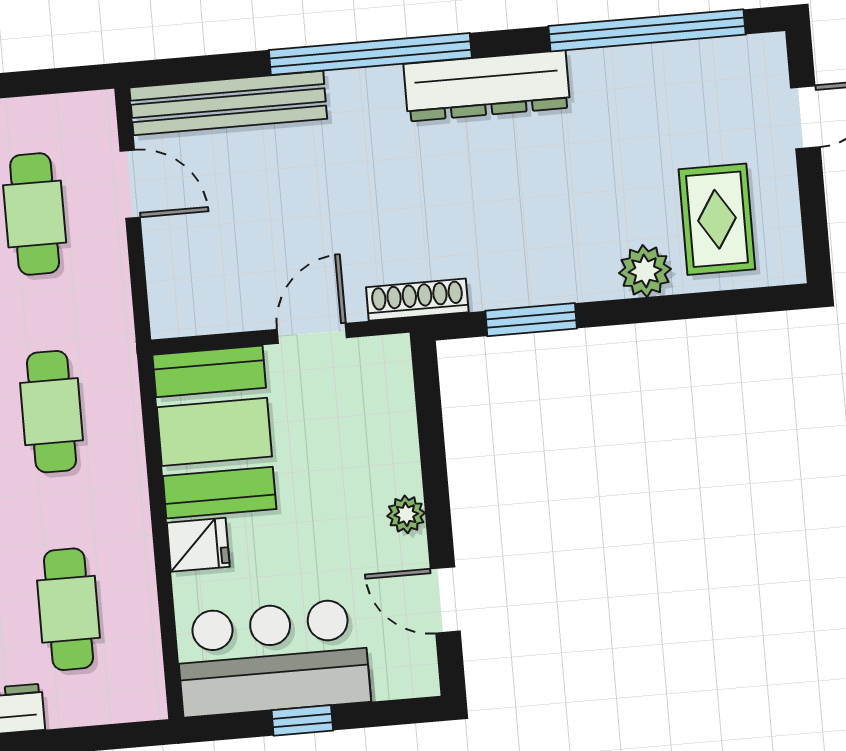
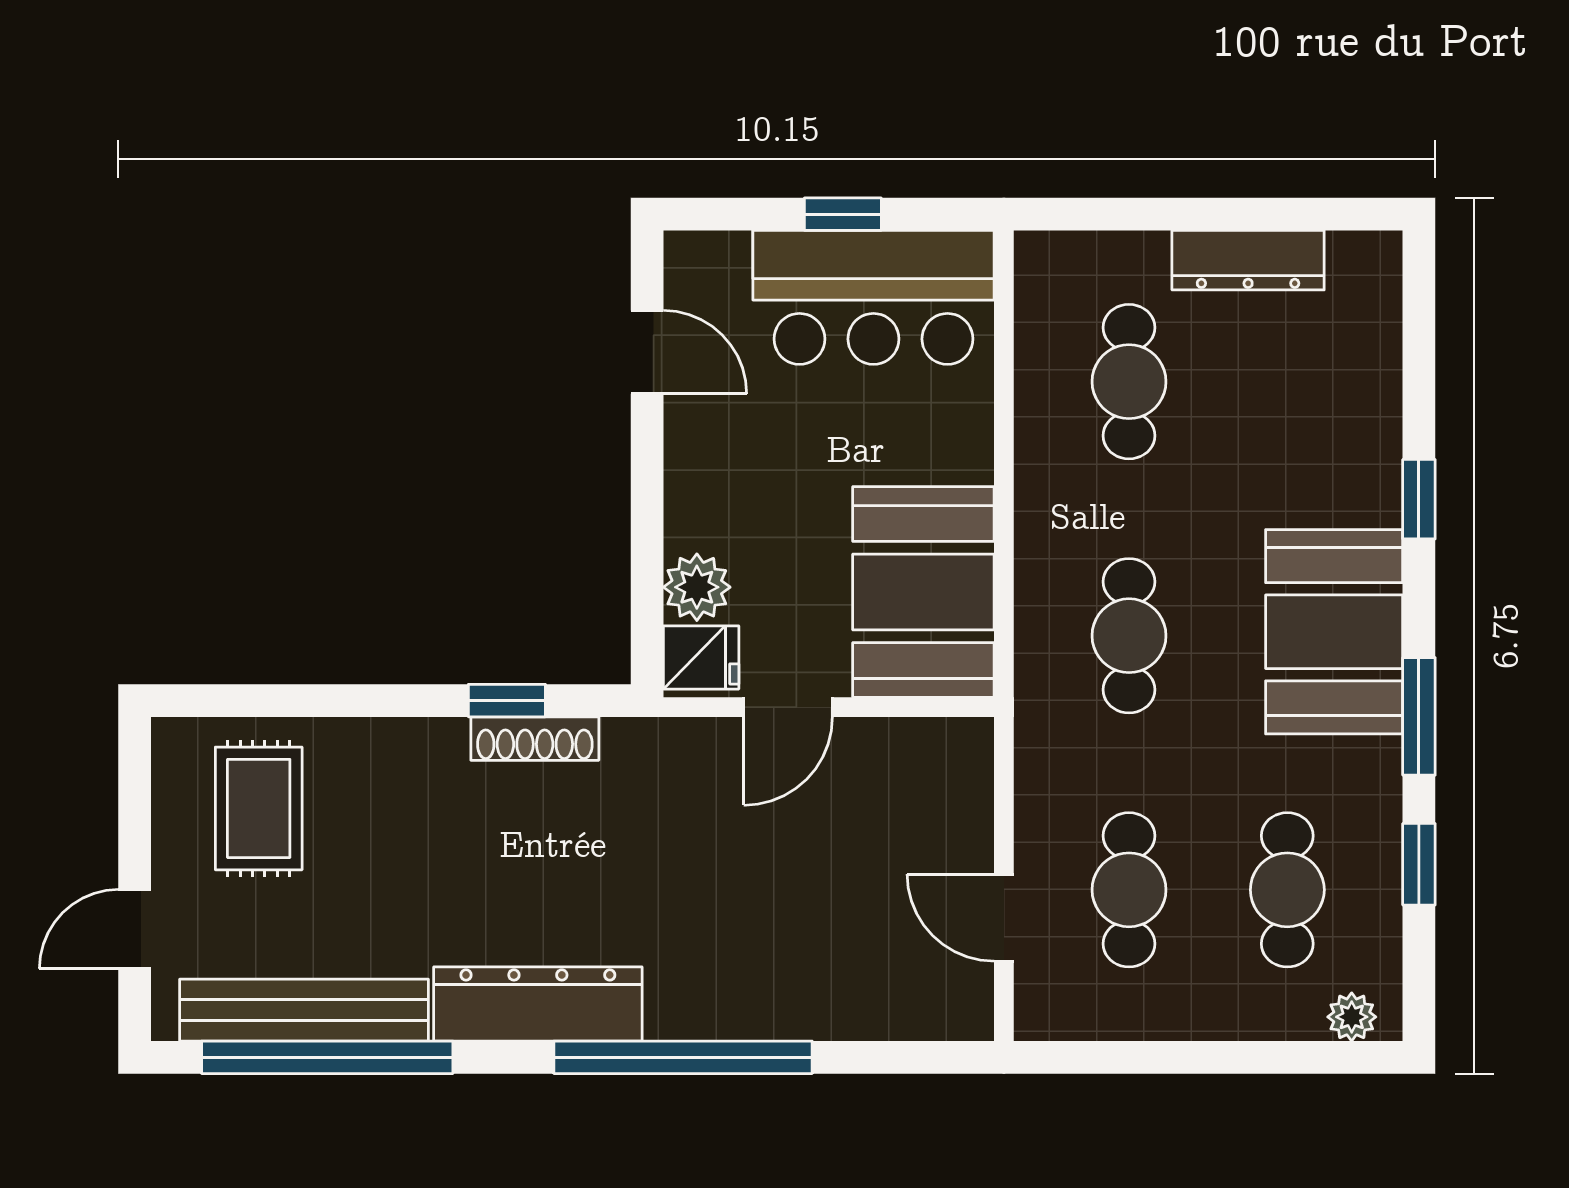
bench: (228, 103) -> (304, 1010), moved
plant: (645, 271) -> (356, 750), removed
shoe rack: (417, 300) -> (535, 739), moved
window: (531, 320) -> (507, 701), width x0.67
plant: (406, 514) -> (697, 587), moved, width x1.38, depth x1.38
fridge: (198, 545) -> (701, 657), moved, turned 180

